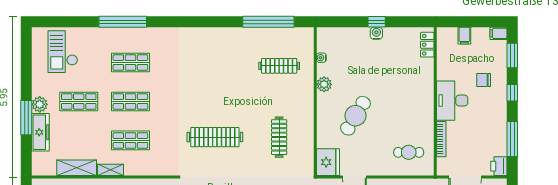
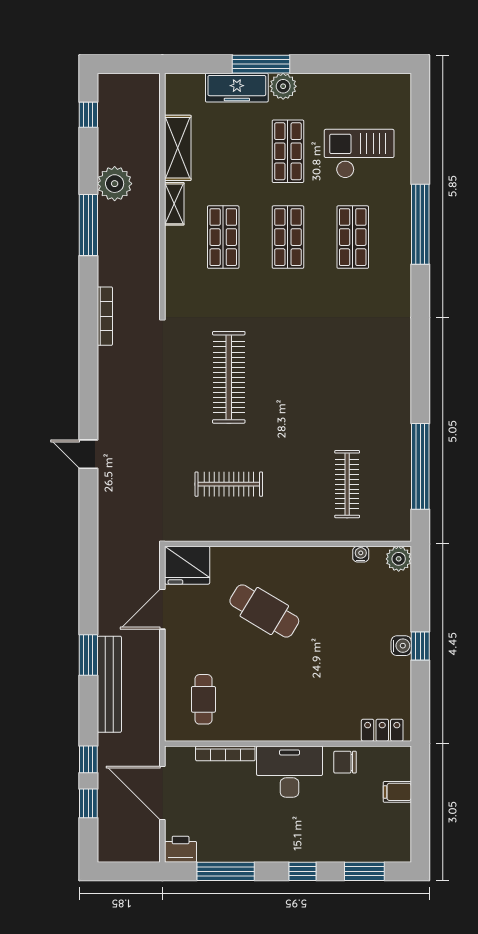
filing cabinet: (498, 33) -> (401, 849), removed
checkout: (63, 52) -> (359, 154), moved
chair: (484, 80) -> (345, 762), moved, turned -90
plant: (324, 84) -> (399, 559), moved

